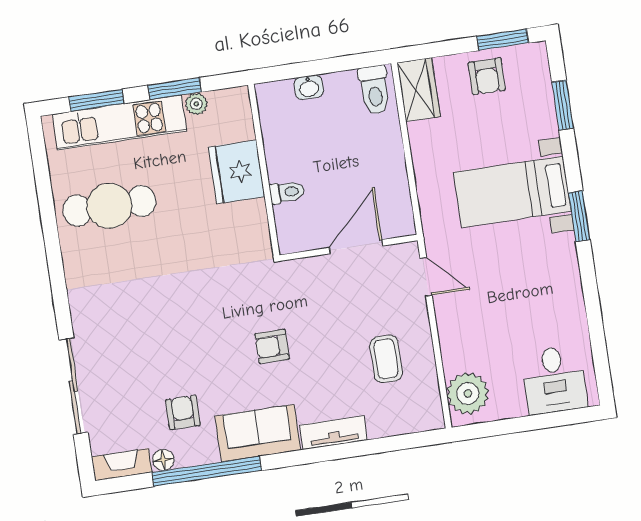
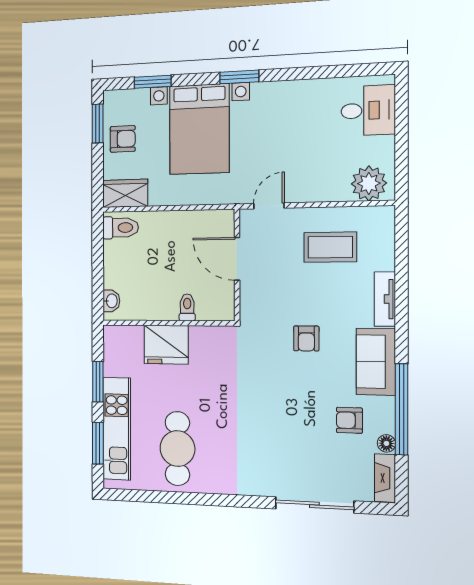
washbasin: (309, 87) -> (111, 301), moved
plant: (196, 104) -> (111, 367), removed
bed with nightstands: (512, 192) -> (199, 129), width x1.36
coffee table: (386, 359) -> (330, 247), width x1.36, depth x1.30

